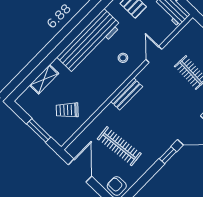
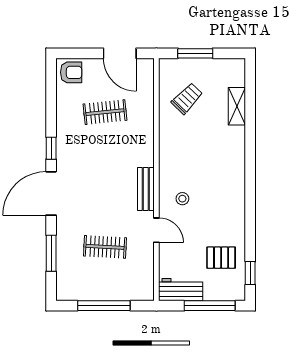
workbench: (89, 41) -> (229, 183), removed
bench: (127, 94) -> (146, 189), moved
clothes rail: (119, 146) -> (105, 112), width x0.73

